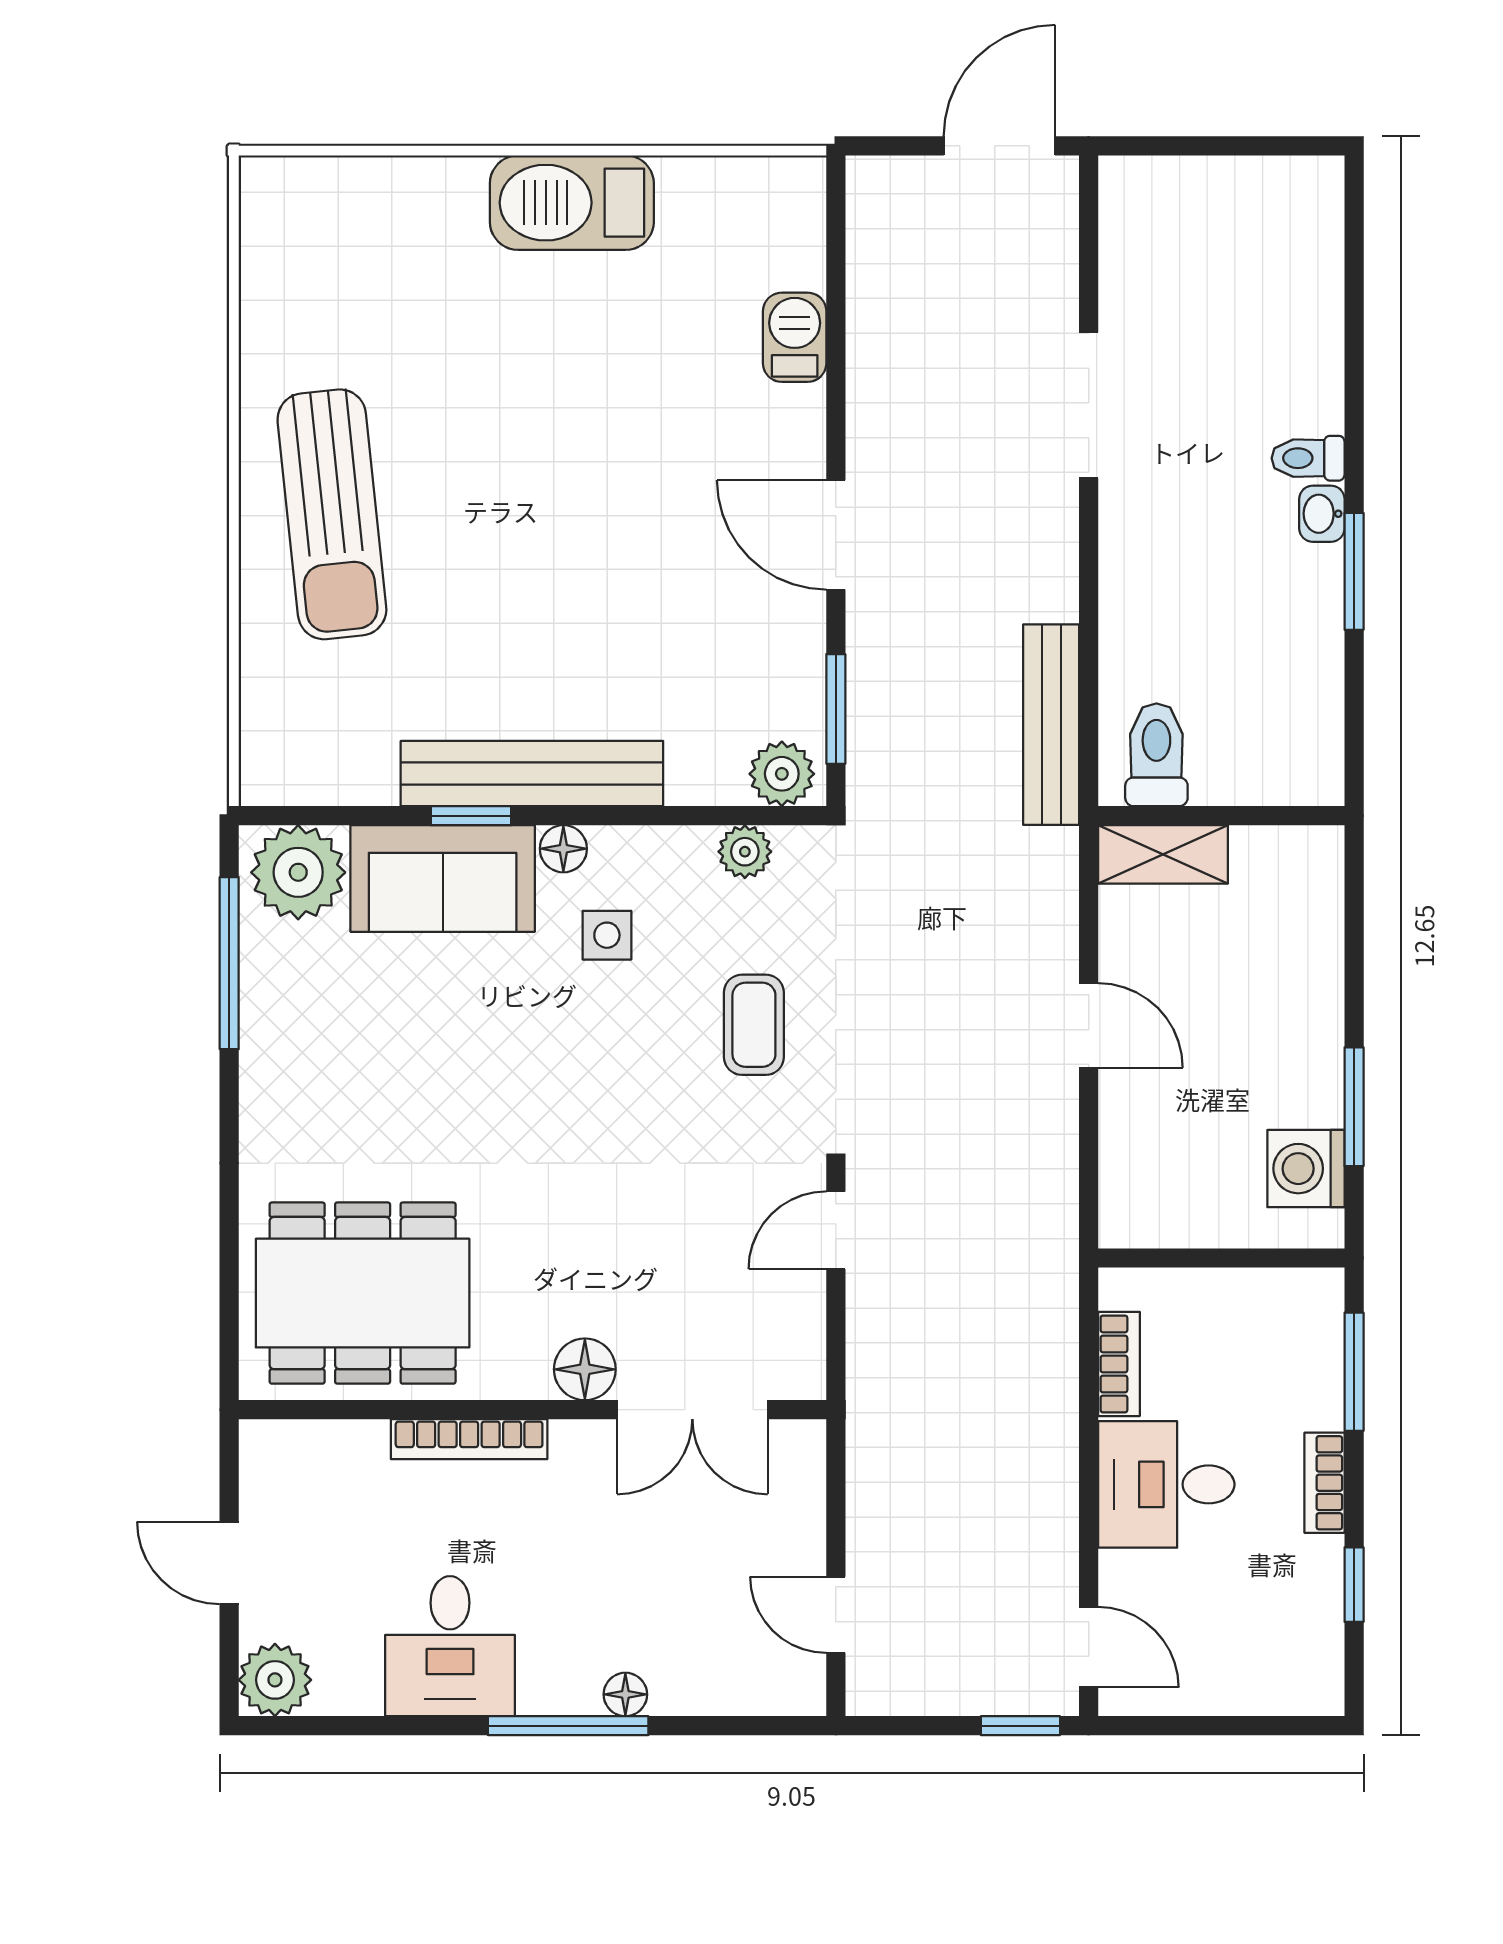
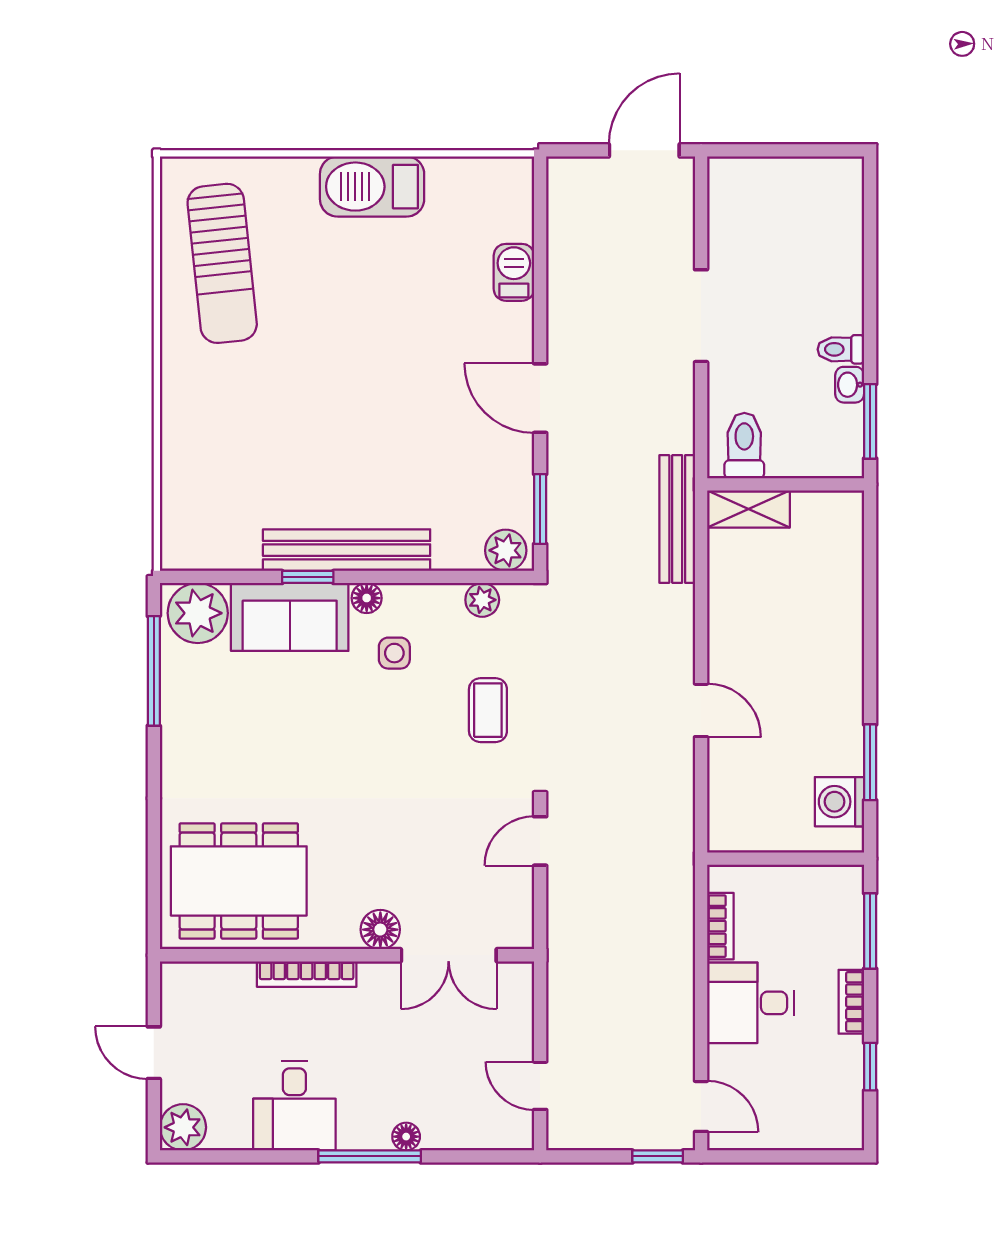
sun lounger: (332, 514) -> (222, 263), moved
toilet: (1156, 755) -> (744, 446), moved
wall: (1221, 816) -> (786, 484), moved
shelving: (1163, 854) -> (748, 509), moved

